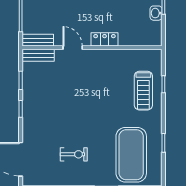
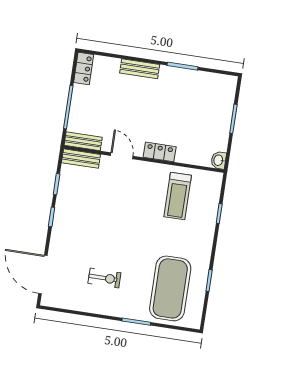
washbasin: (156, 13) -> (219, 160), moved
treadmill: (143, 91) -> (178, 196), moved

